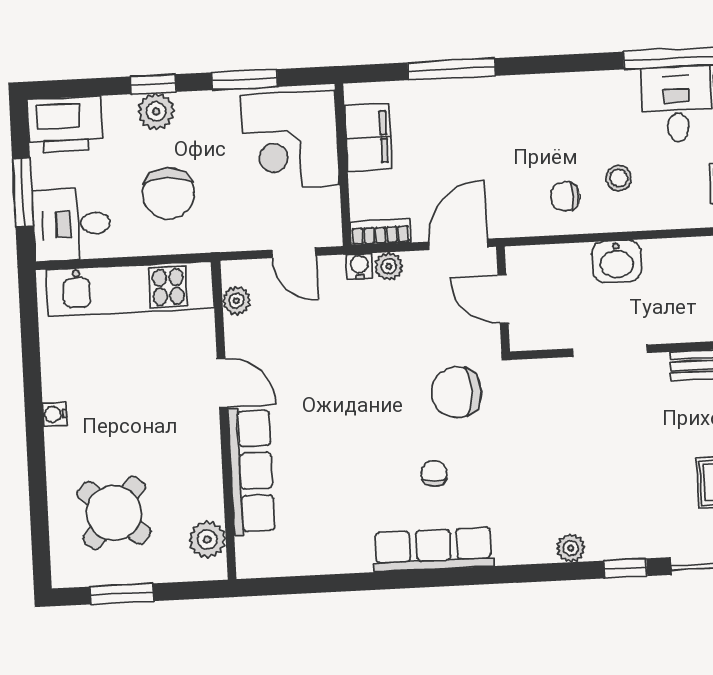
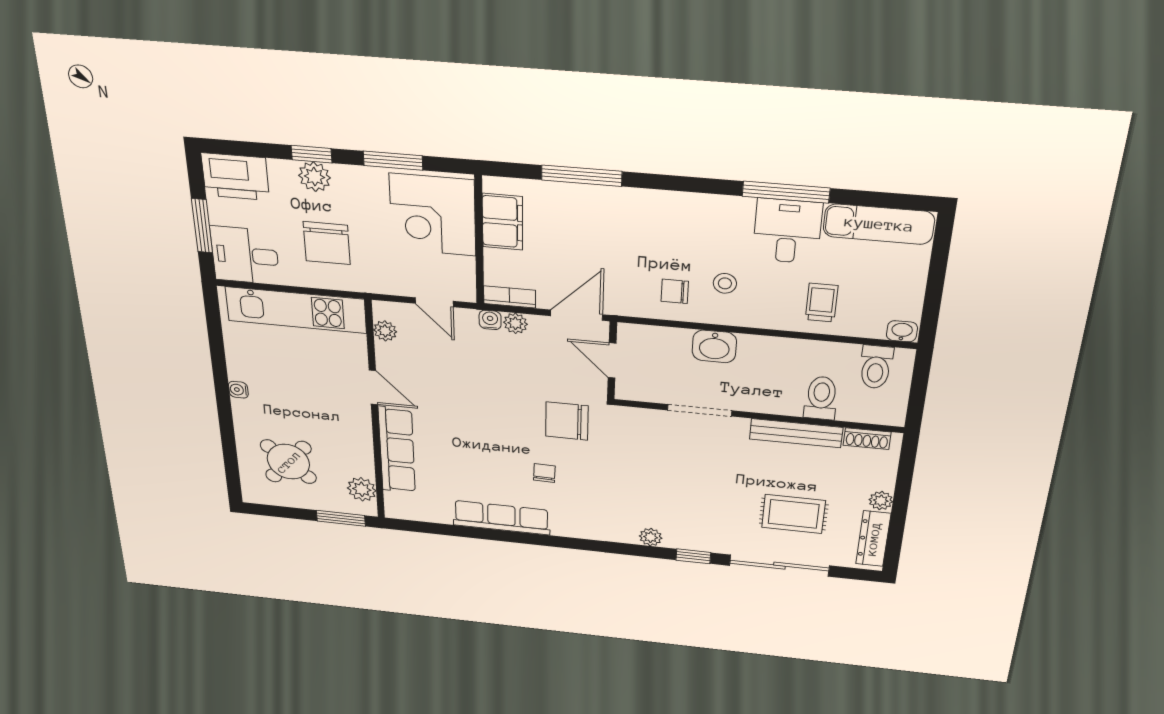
row of seats: (433, 549) -> (501, 518), moved
window: (122, 594) -> (341, 518), moved

